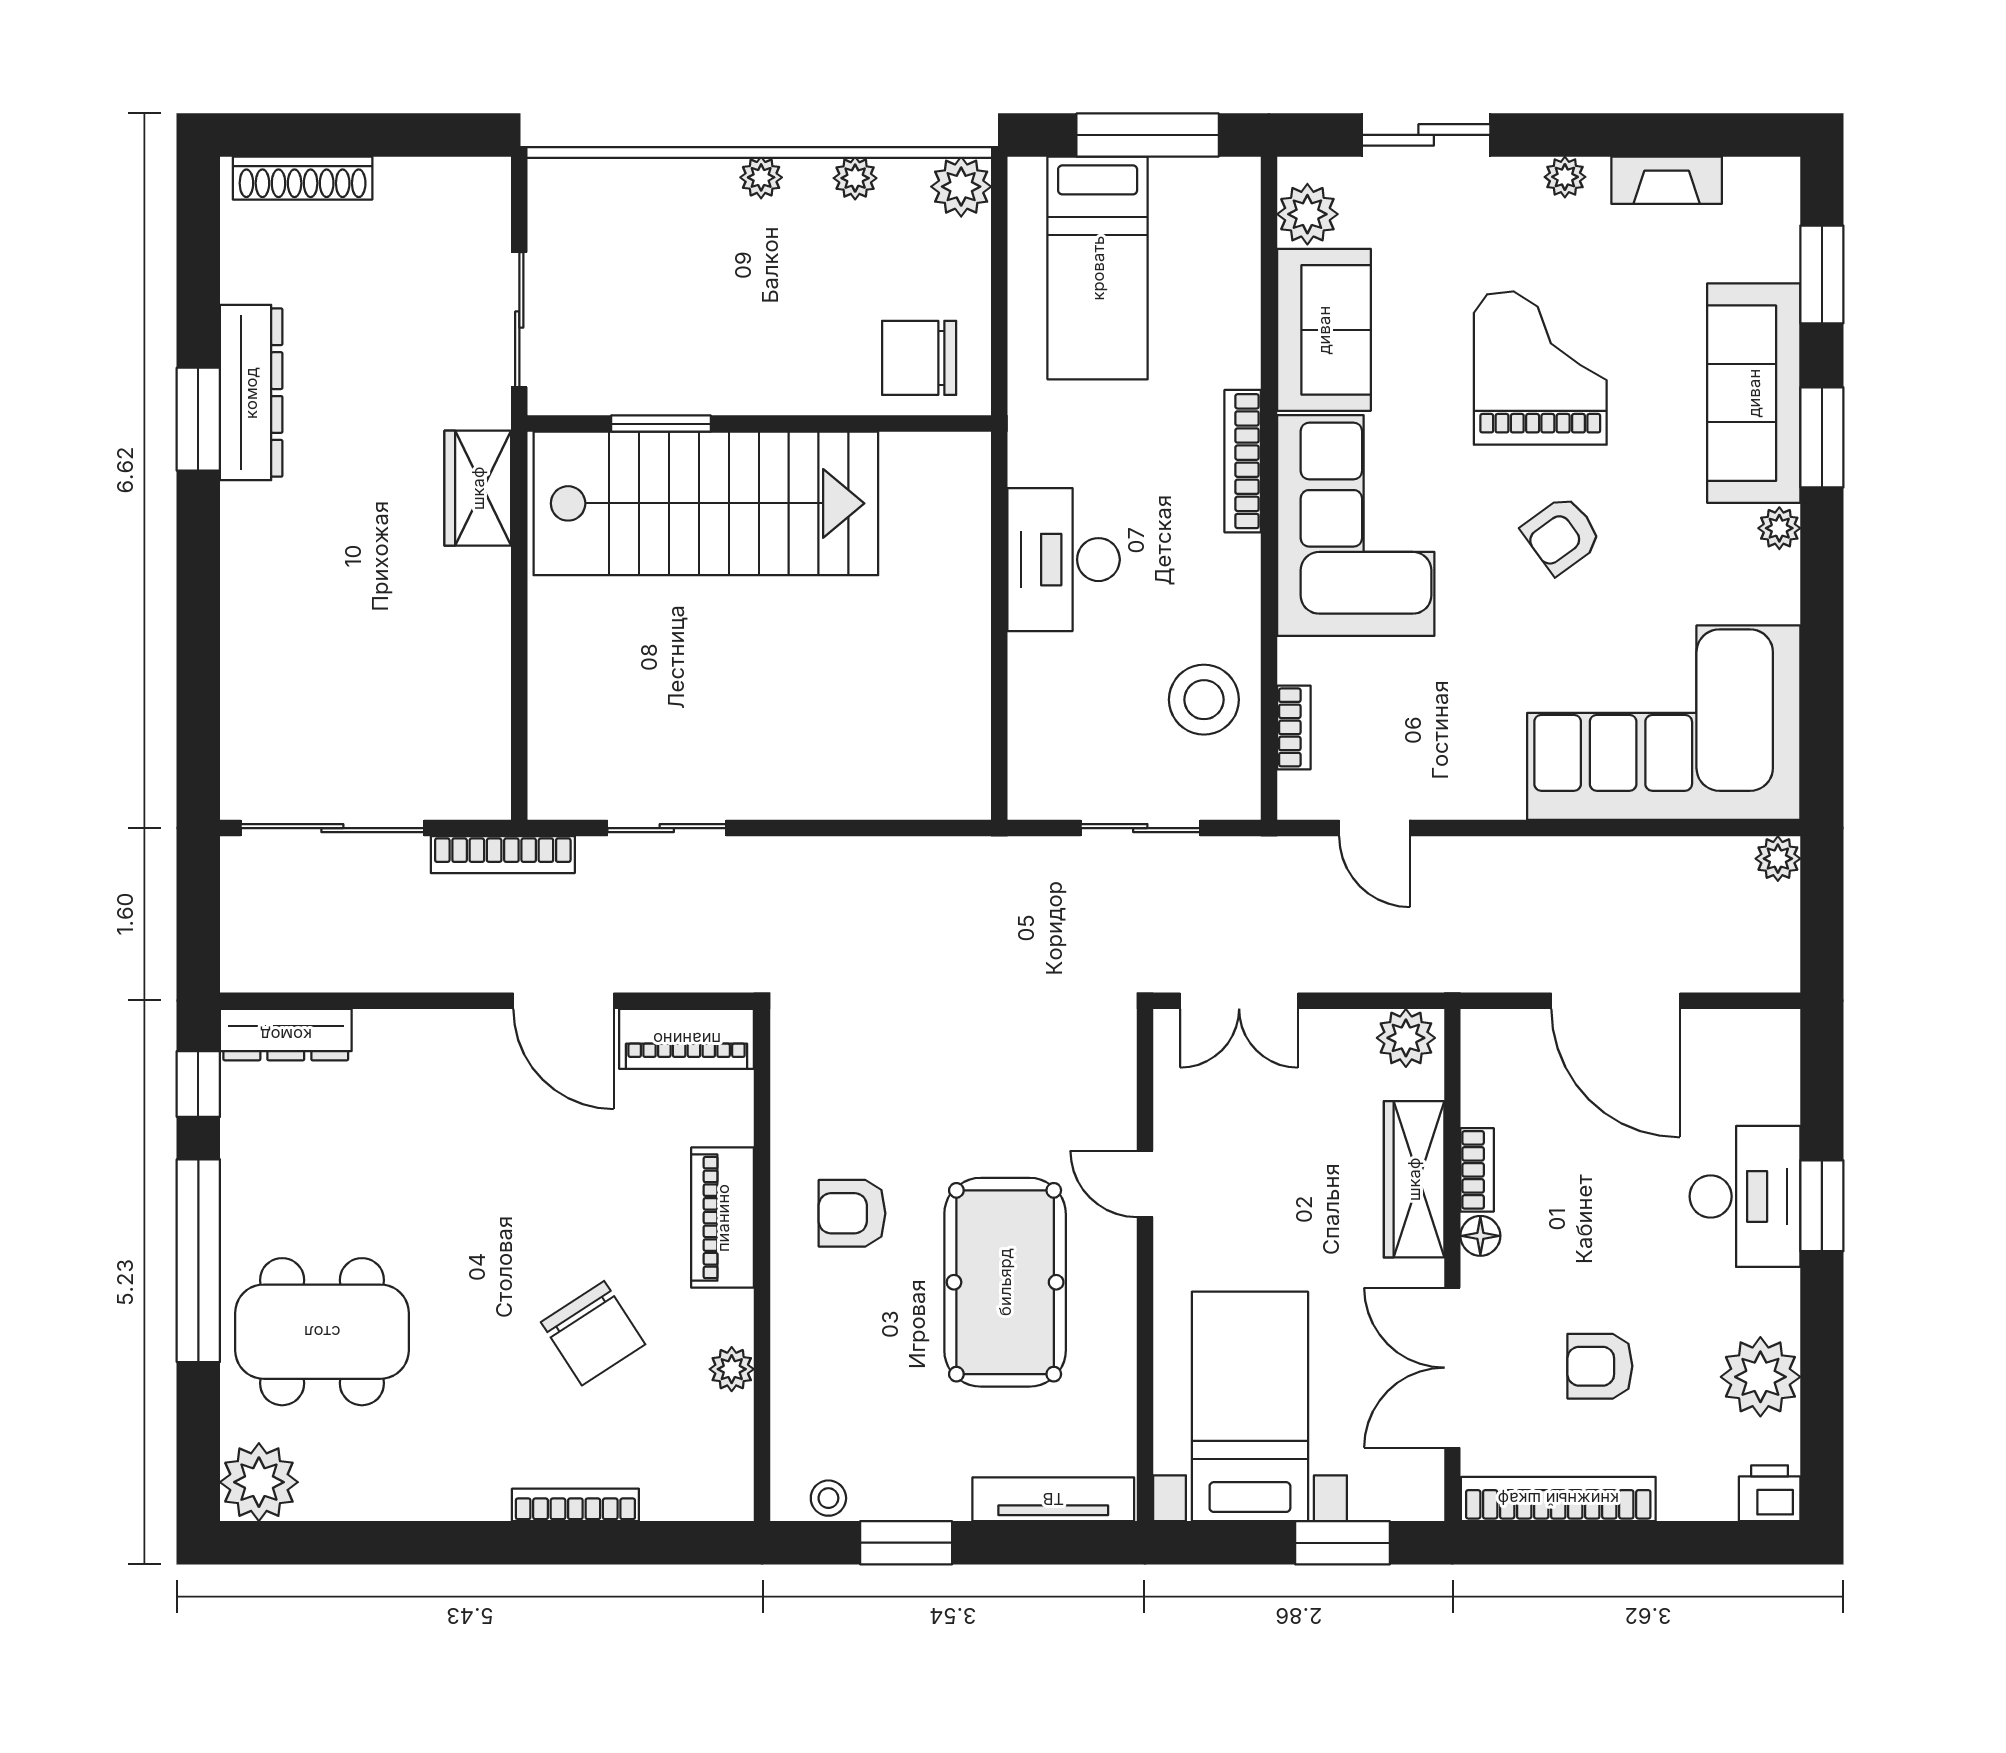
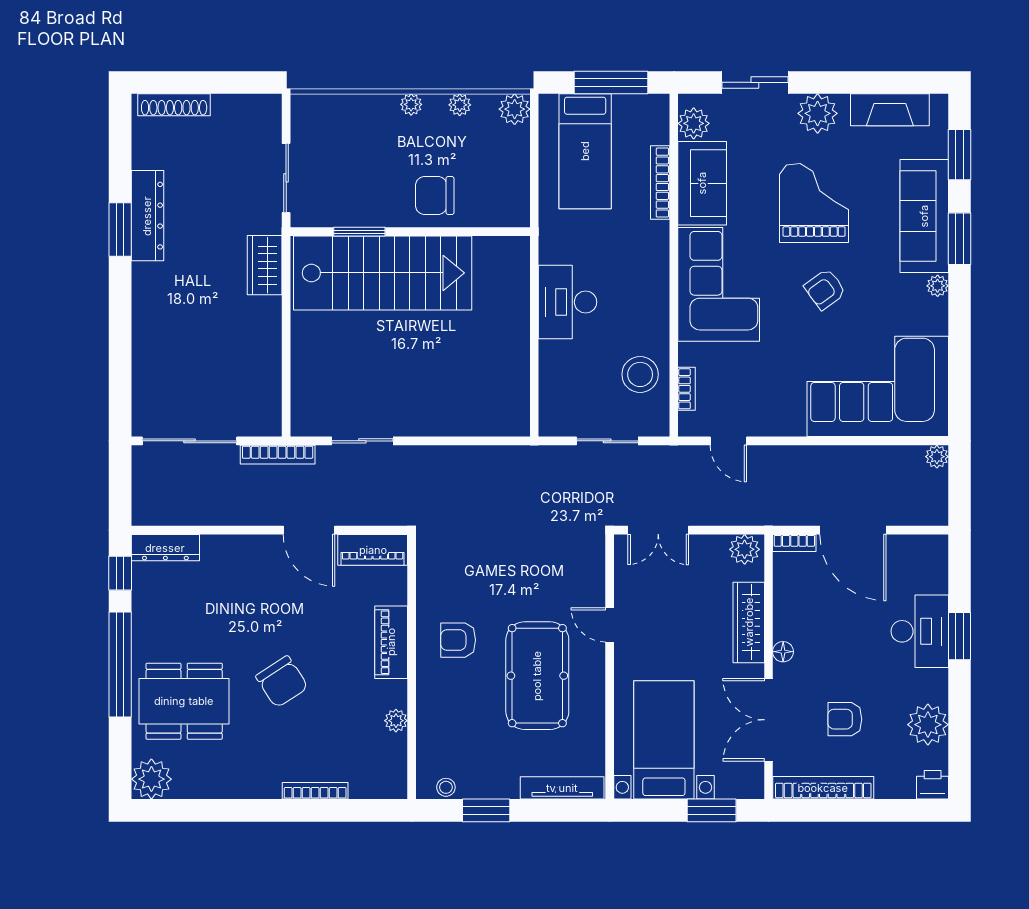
plant: (1565, 177) -> (818, 113), width x1.88, depth x1.88
fireplace: (1667, 180) -> (890, 110), width x1.37, depth x1.32
chair: (919, 358) -> (435, 196), moved
bookcase: (1243, 461) -> (660, 183), moved
bookcase: (1477, 1170) -> (794, 543), moved, turned 90
chair: (593, 1333) -> (282, 682), moved

